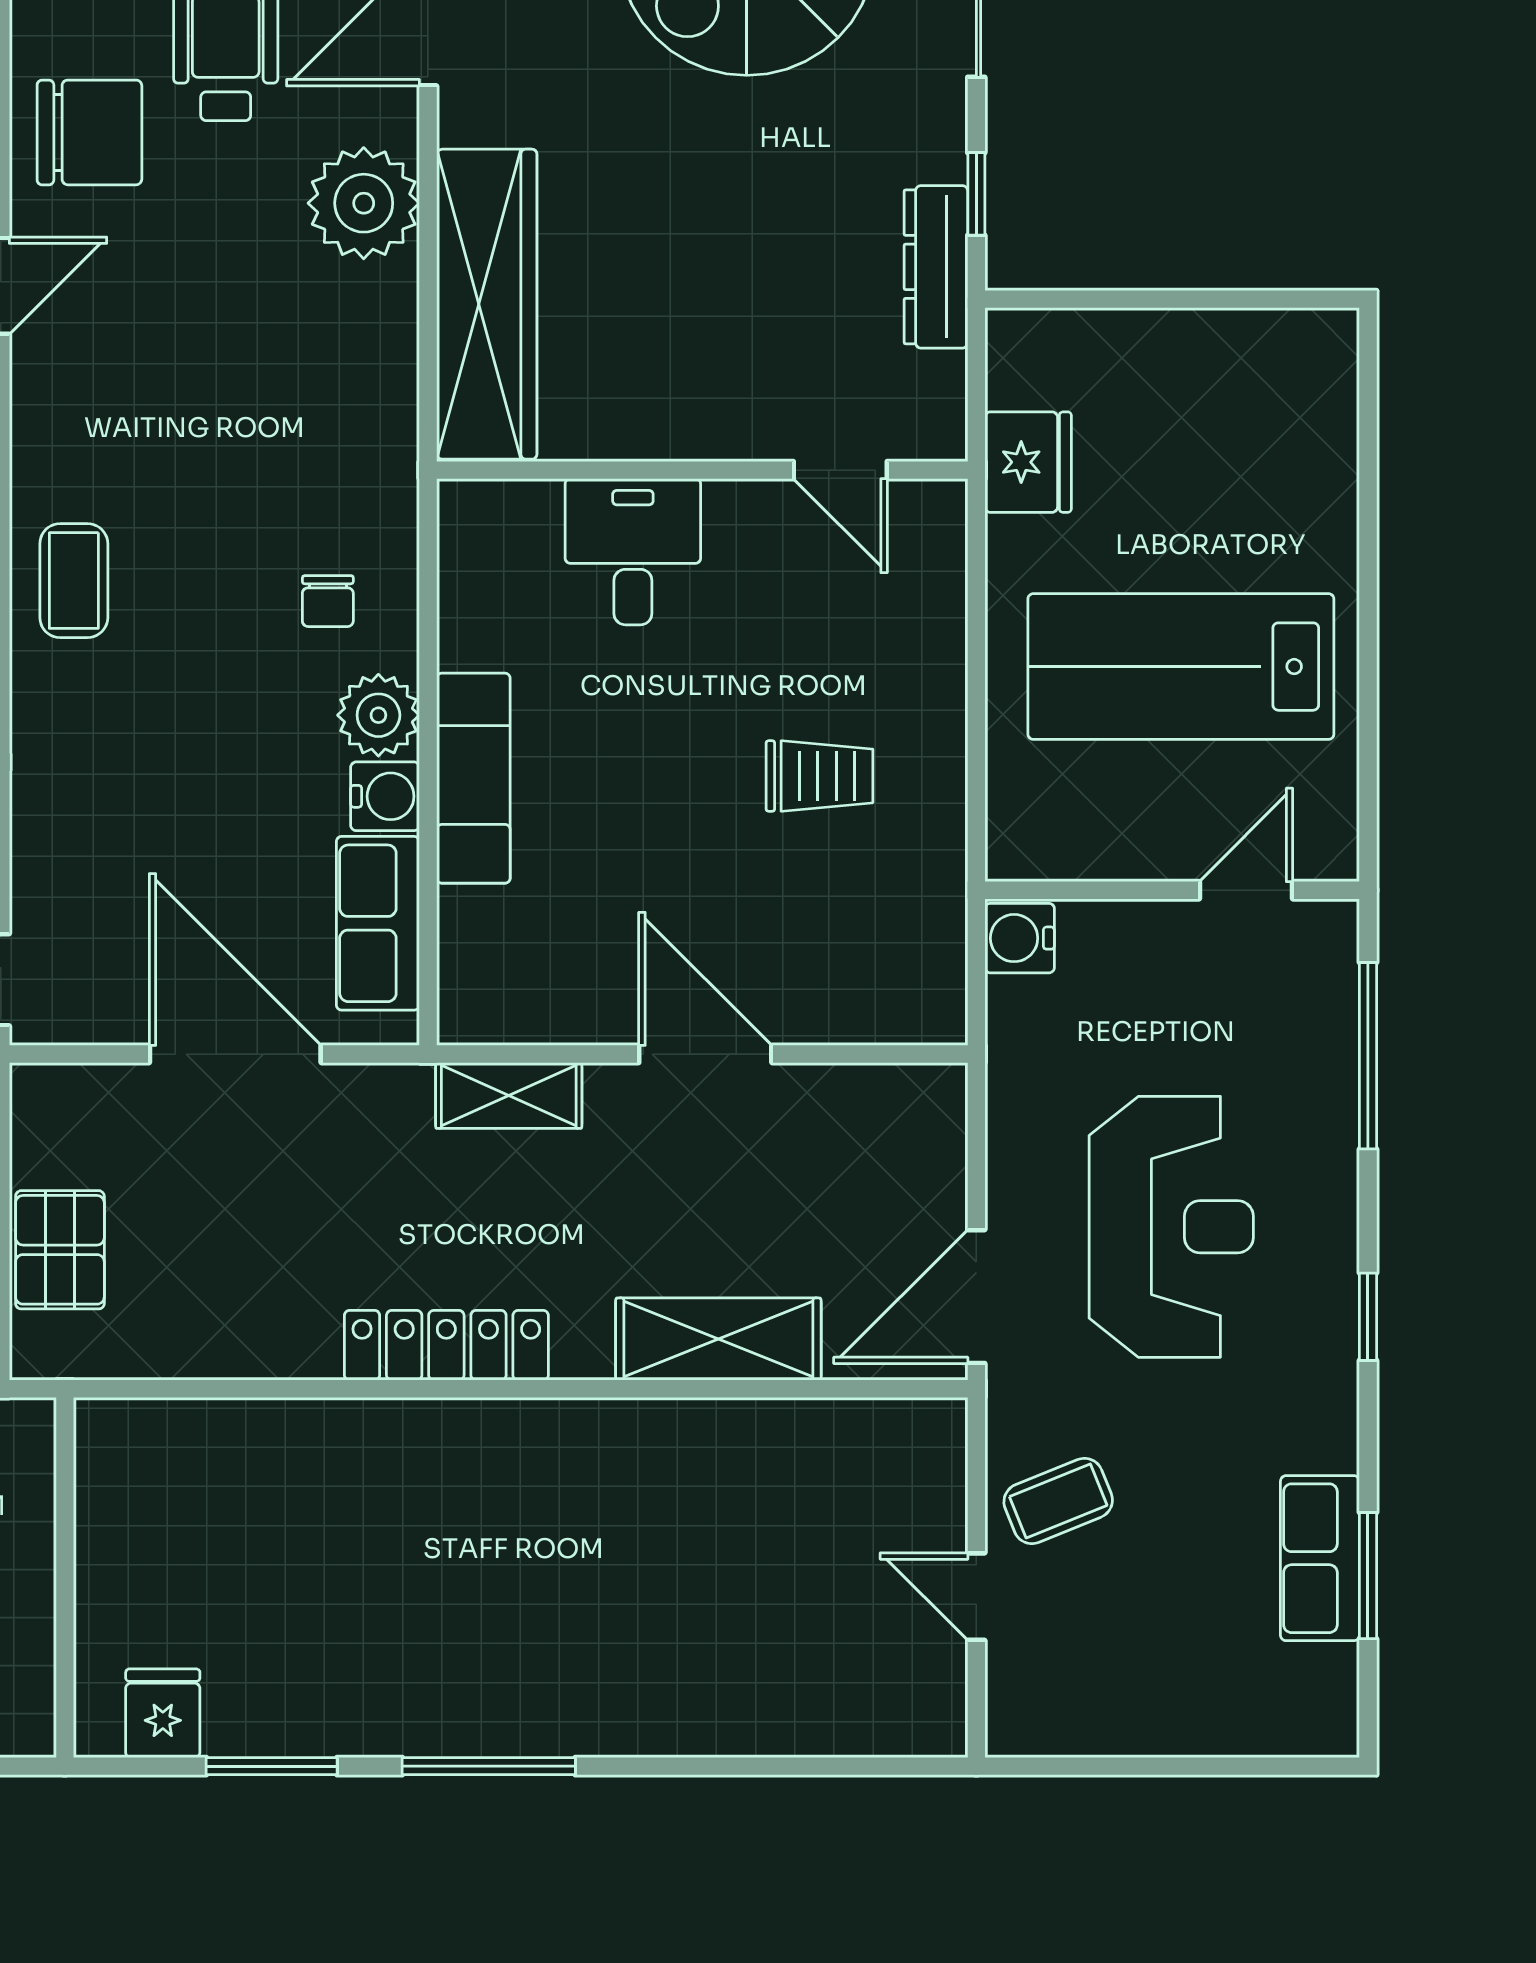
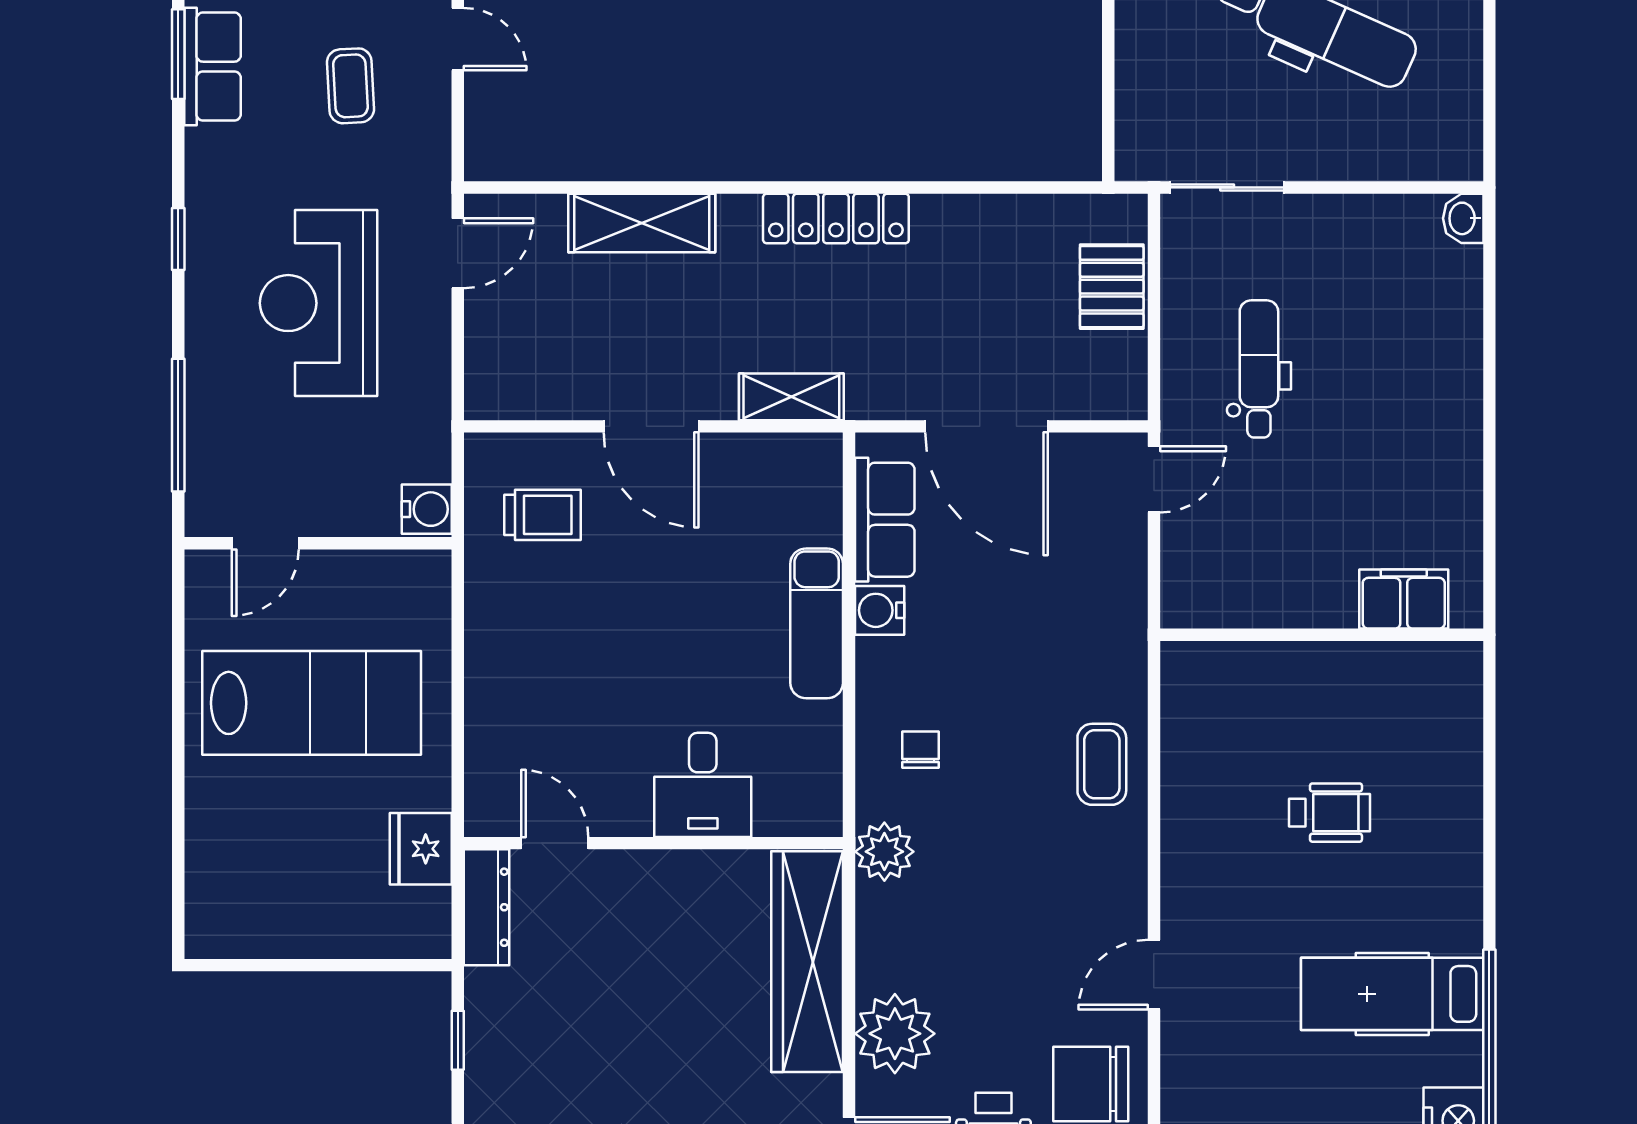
dresser: (936, 267) -> (486, 907), moved
plant: (378, 715) -> (884, 852), moved
trolley: (819, 776) -> (543, 515), moved, turned 180
door: (976, 1297) -> (458, 253), width x0.73
coffee table: (1058, 1501) -> (350, 86), moved, turned -71

